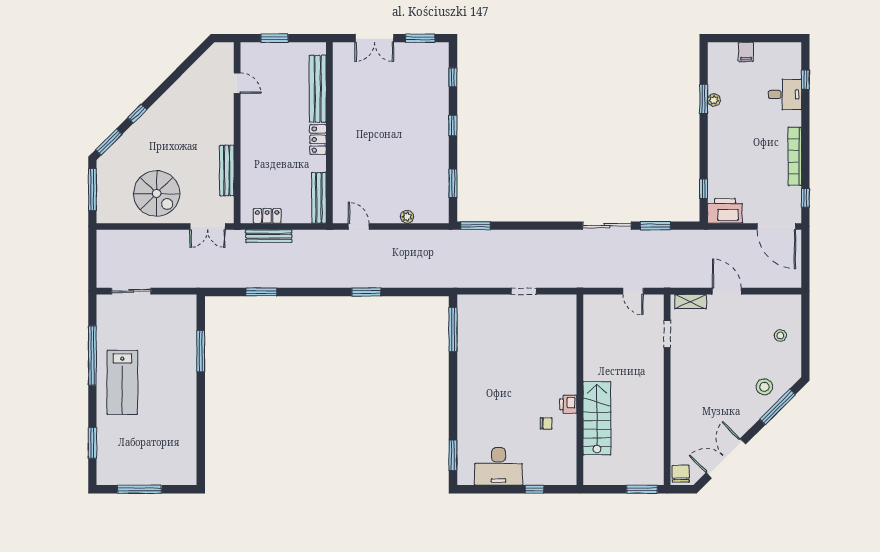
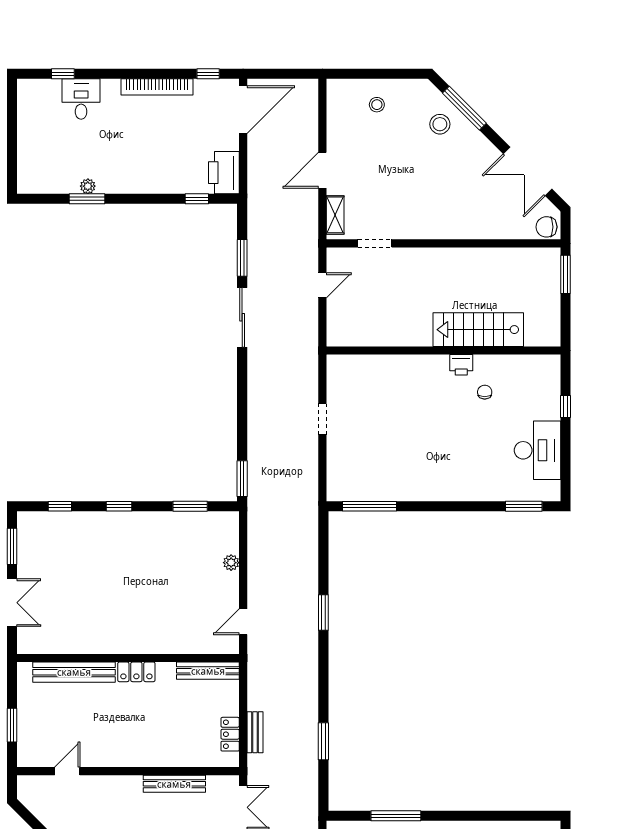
filing cabinet: (746, 52) -> (29, 147), removed
bench: (269, 236) -> (255, 732), width x0.73

